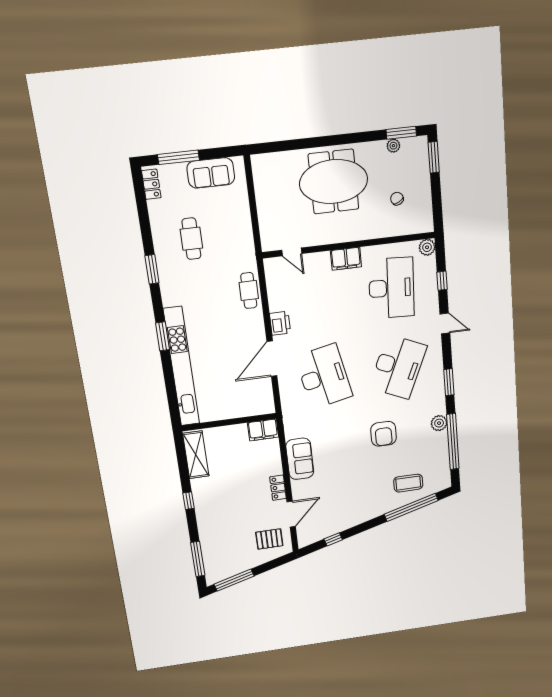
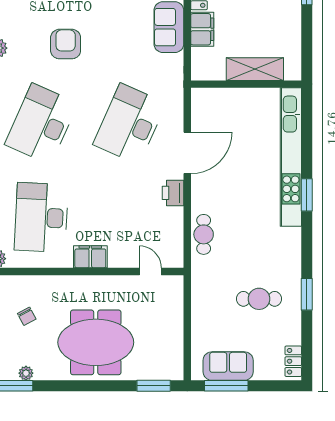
window: (277, 147) -> (154, 386), added
window: (178, 157) -> (226, 386), moved
cafe table: (191, 239) -> (259, 299), turned 90
window: (152, 269) -> (307, 294), moved
desk: (324, 377) -> (130, 124), turned 36
filing cabinet: (263, 430) -> (202, 29), moved, turned 90
shelving: (196, 455) -> (255, 69), moved, turned 90

